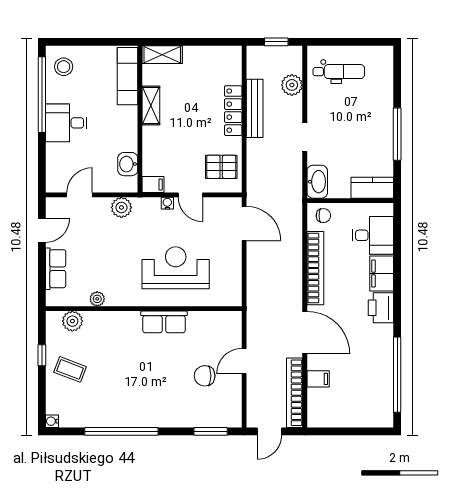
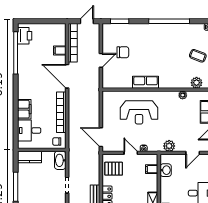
filing cabinet: (153, 185) -> (152, 169), moved
printer: (381, 308) -> (25, 36), moved

